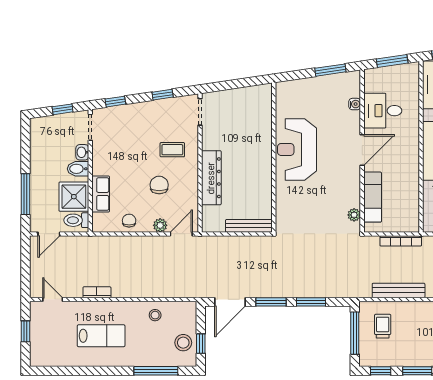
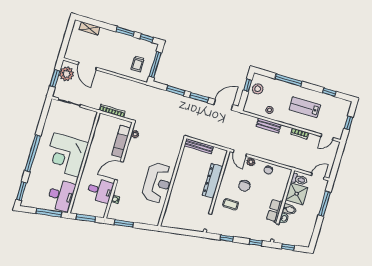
row of seats: (101, 194) -> (274, 211), moved
door: (181, 234) -> (240, 153), hinge flipped
bench: (399, 290) -> (269, 125), moved, width x0.73
door: (53, 299) -> (327, 137), hinge flipped
window: (70, 371) -> (329, 92), added
window: (156, 371) -> (289, 80), moved

